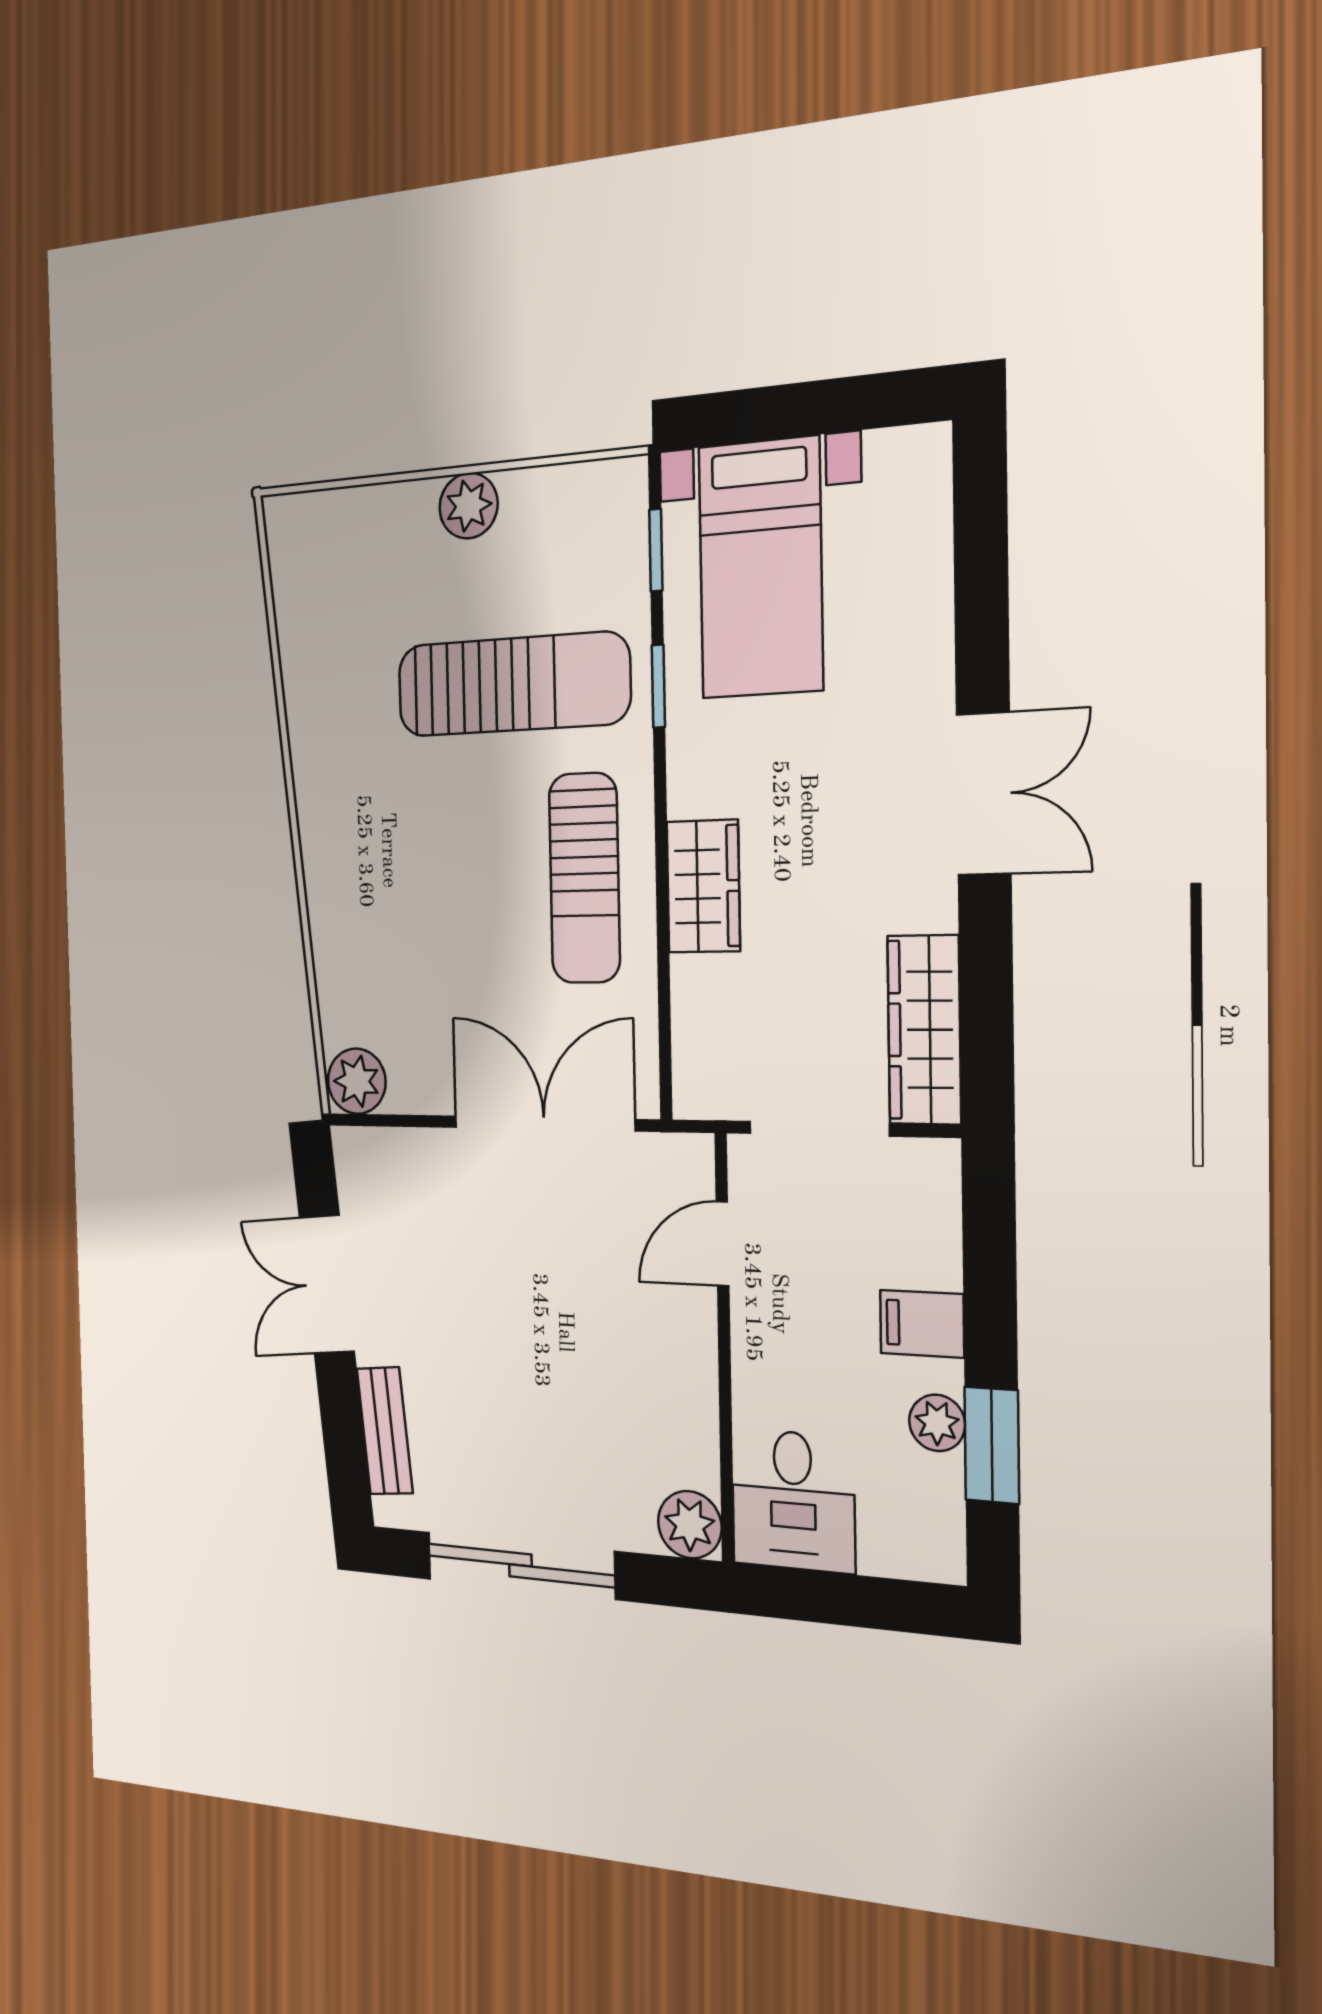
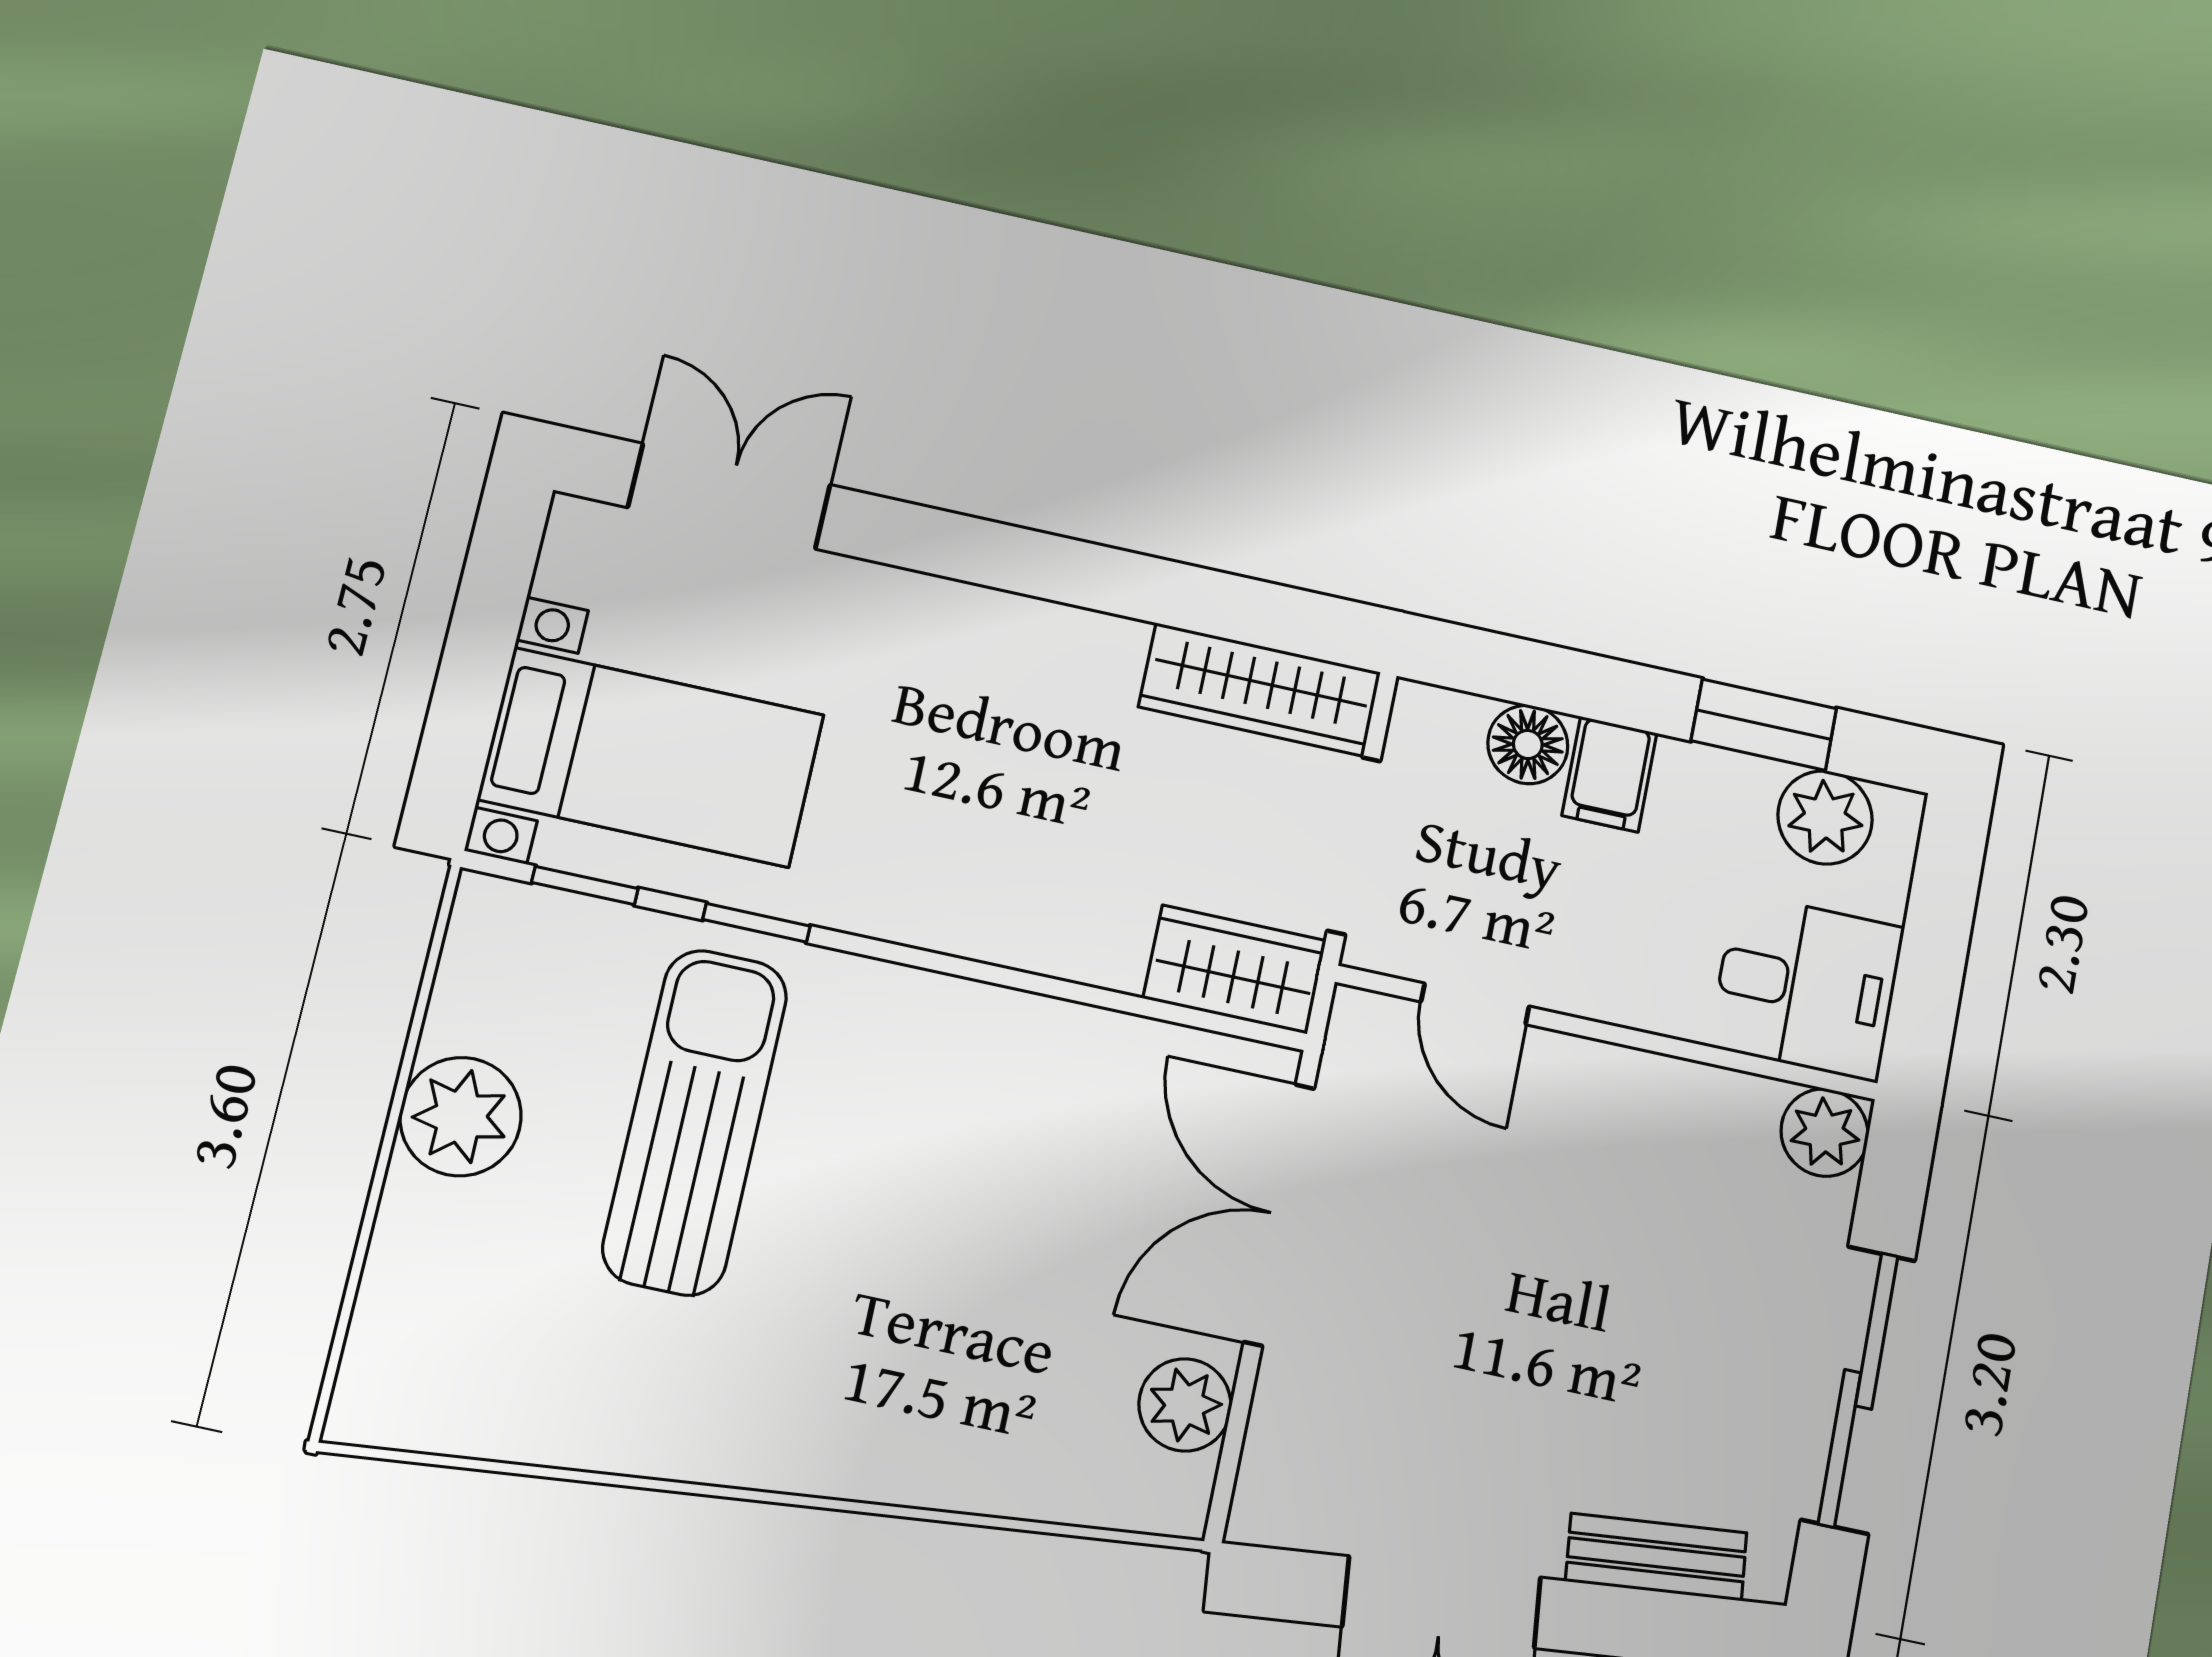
plant: (469, 506) -> (461, 1117), width x1.36, depth x1.36
double door: (984, 794) -> (729, 496), moved
sun lounger: (584, 878) -> (973, 1081), removed
wardrobe: (703, 886) -> (1235, 969), moved
plant: (357, 1081) -> (1185, 1405), moved
floor lamp: (930, 1254) -> (1528, 745), added
plant: (937, 1423) -> (1825, 817), moved, width x1.38, depth x1.38

